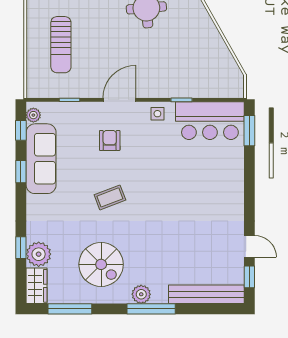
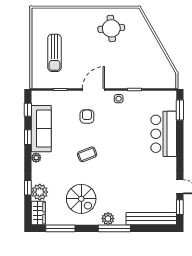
plant: (33, 115) -> (36, 158), moved
bar counter: (210, 121) -> (164, 134), moved, turned 90

